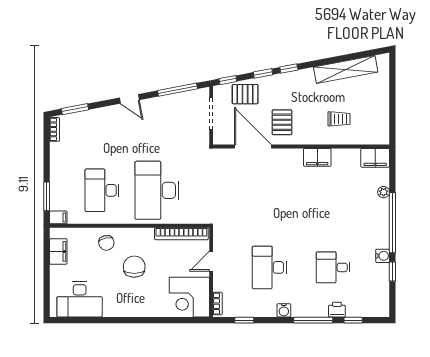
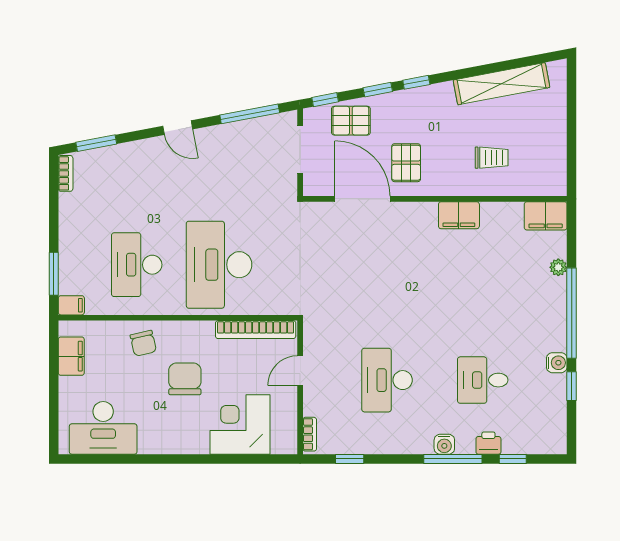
corner desk: (189, 297) -> (240, 424), moved, turned 90
water cooler: (284, 310) -> (444, 444), moved

